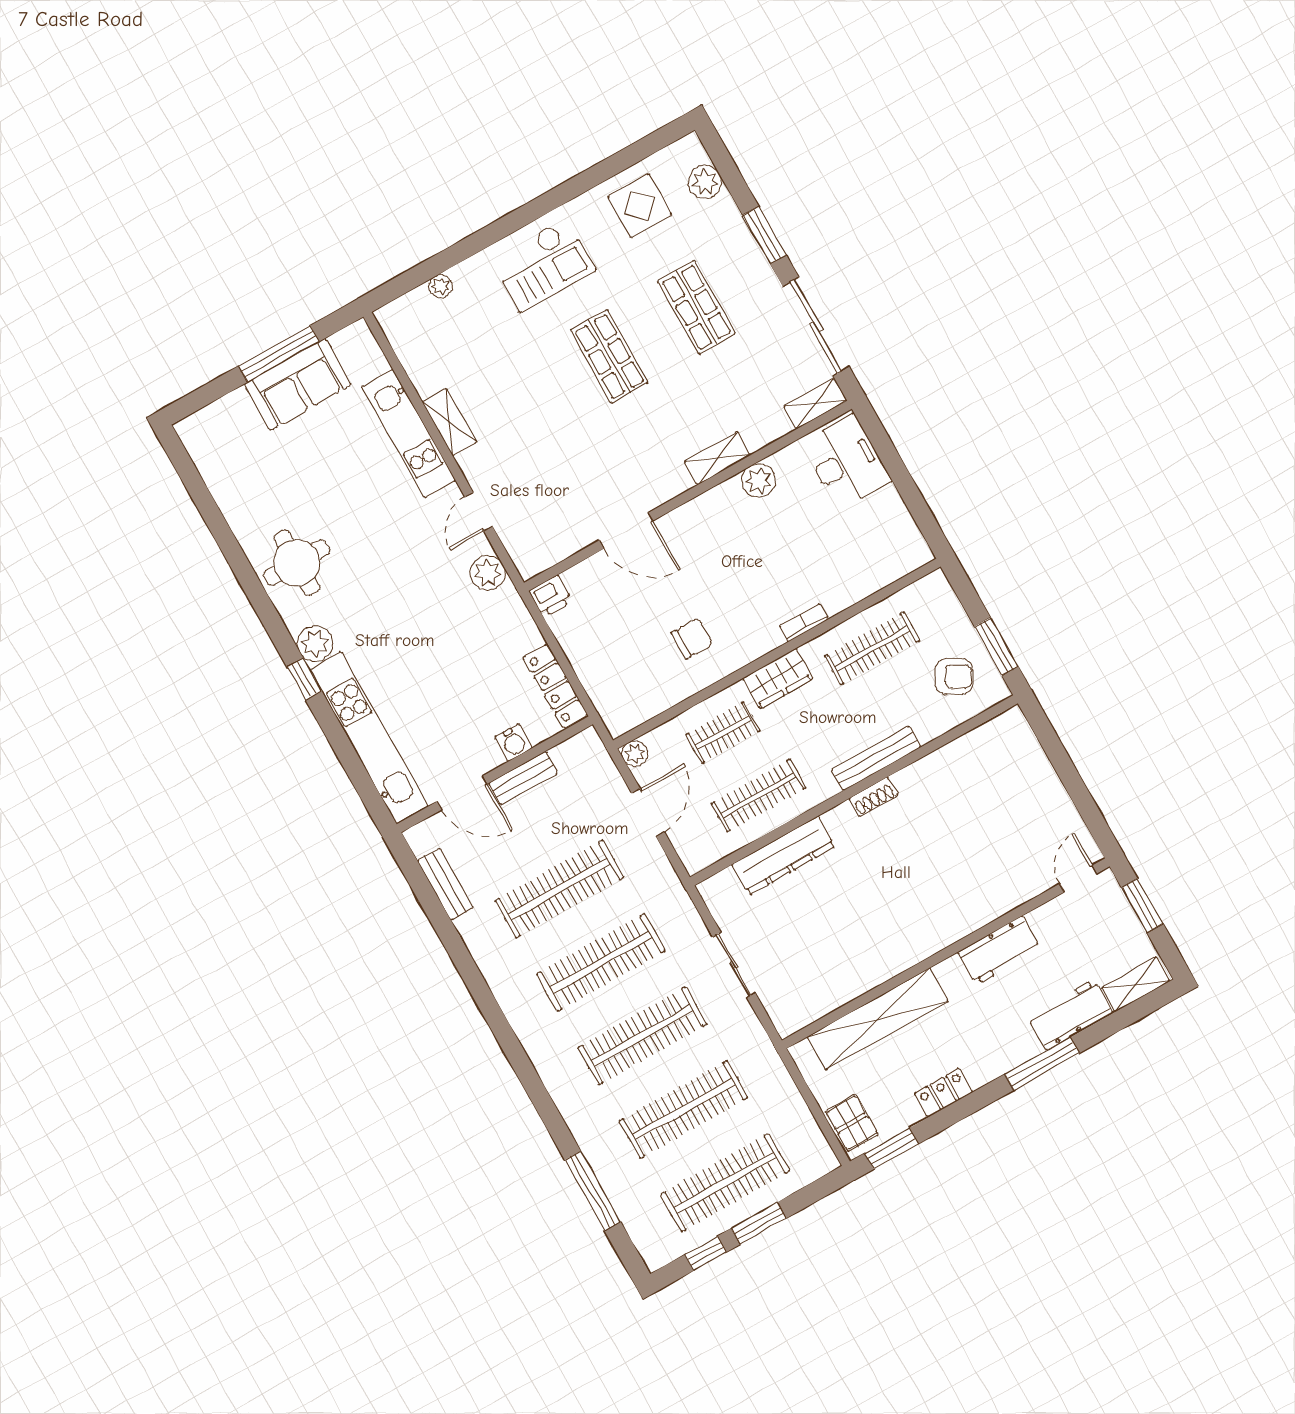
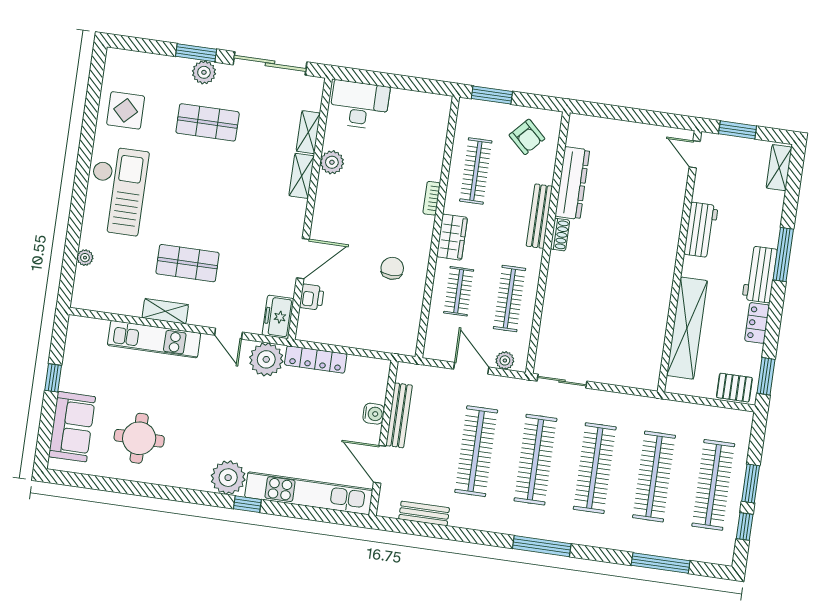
plant: (705, 182) -> (204, 72), moved
checkout: (543, 265) -> (117, 190), width x1.36, depth x1.21
window: (279, 354) -> (53, 378), width x0.46
shop shelf: (609, 356) -> (187, 263), moved
sofa: (298, 384) -> (72, 427), moved
shelving: (816, 404) -> (308, 132), moved
freezer: (540, 553) -> (278, 317), added
round table: (297, 563) -> (139, 438), moved
plant: (488, 573) -> (266, 359), width x1.36, depth x1.36
printer: (551, 596) -> (312, 297), moved
plant: (315, 643) -> (228, 478), width x1.36, depth x1.36
window: (996, 646) -> (492, 95), moved
armchair: (954, 676) -> (527, 137), turned 103
locker: (555, 686) -> (316, 359), moved
plant: (635, 754) -> (505, 360), moved
bench: (523, 778) -> (399, 415), width x1.36
door: (462, 793) -> (380, 464), swing flipped
dresser: (783, 856) -> (572, 183), moved
sliding door: (734, 965) -> (562, 381), moved
workbench: (1070, 1015) -> (760, 274), moved
window: (510, 1044) -> (542, 546), added

